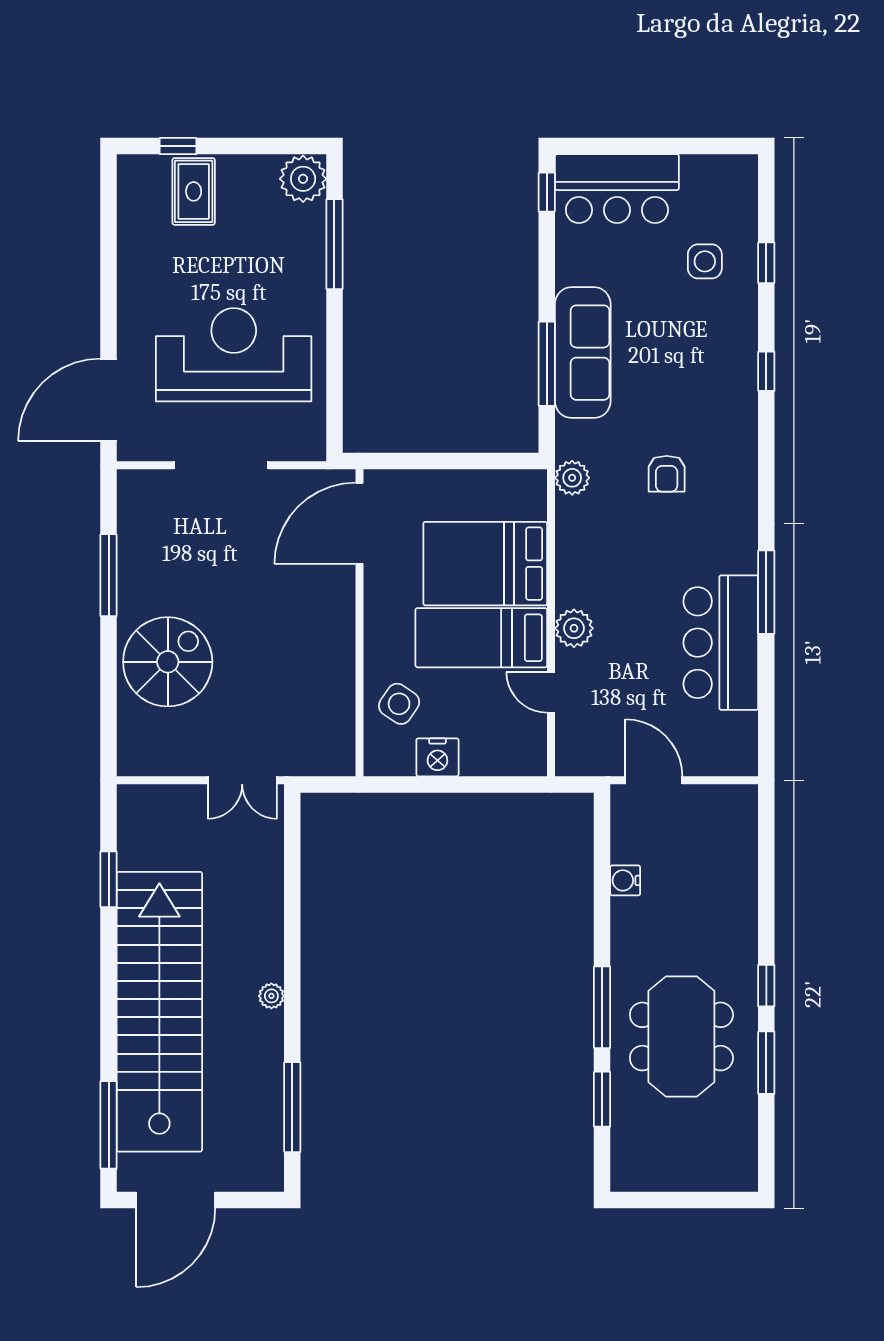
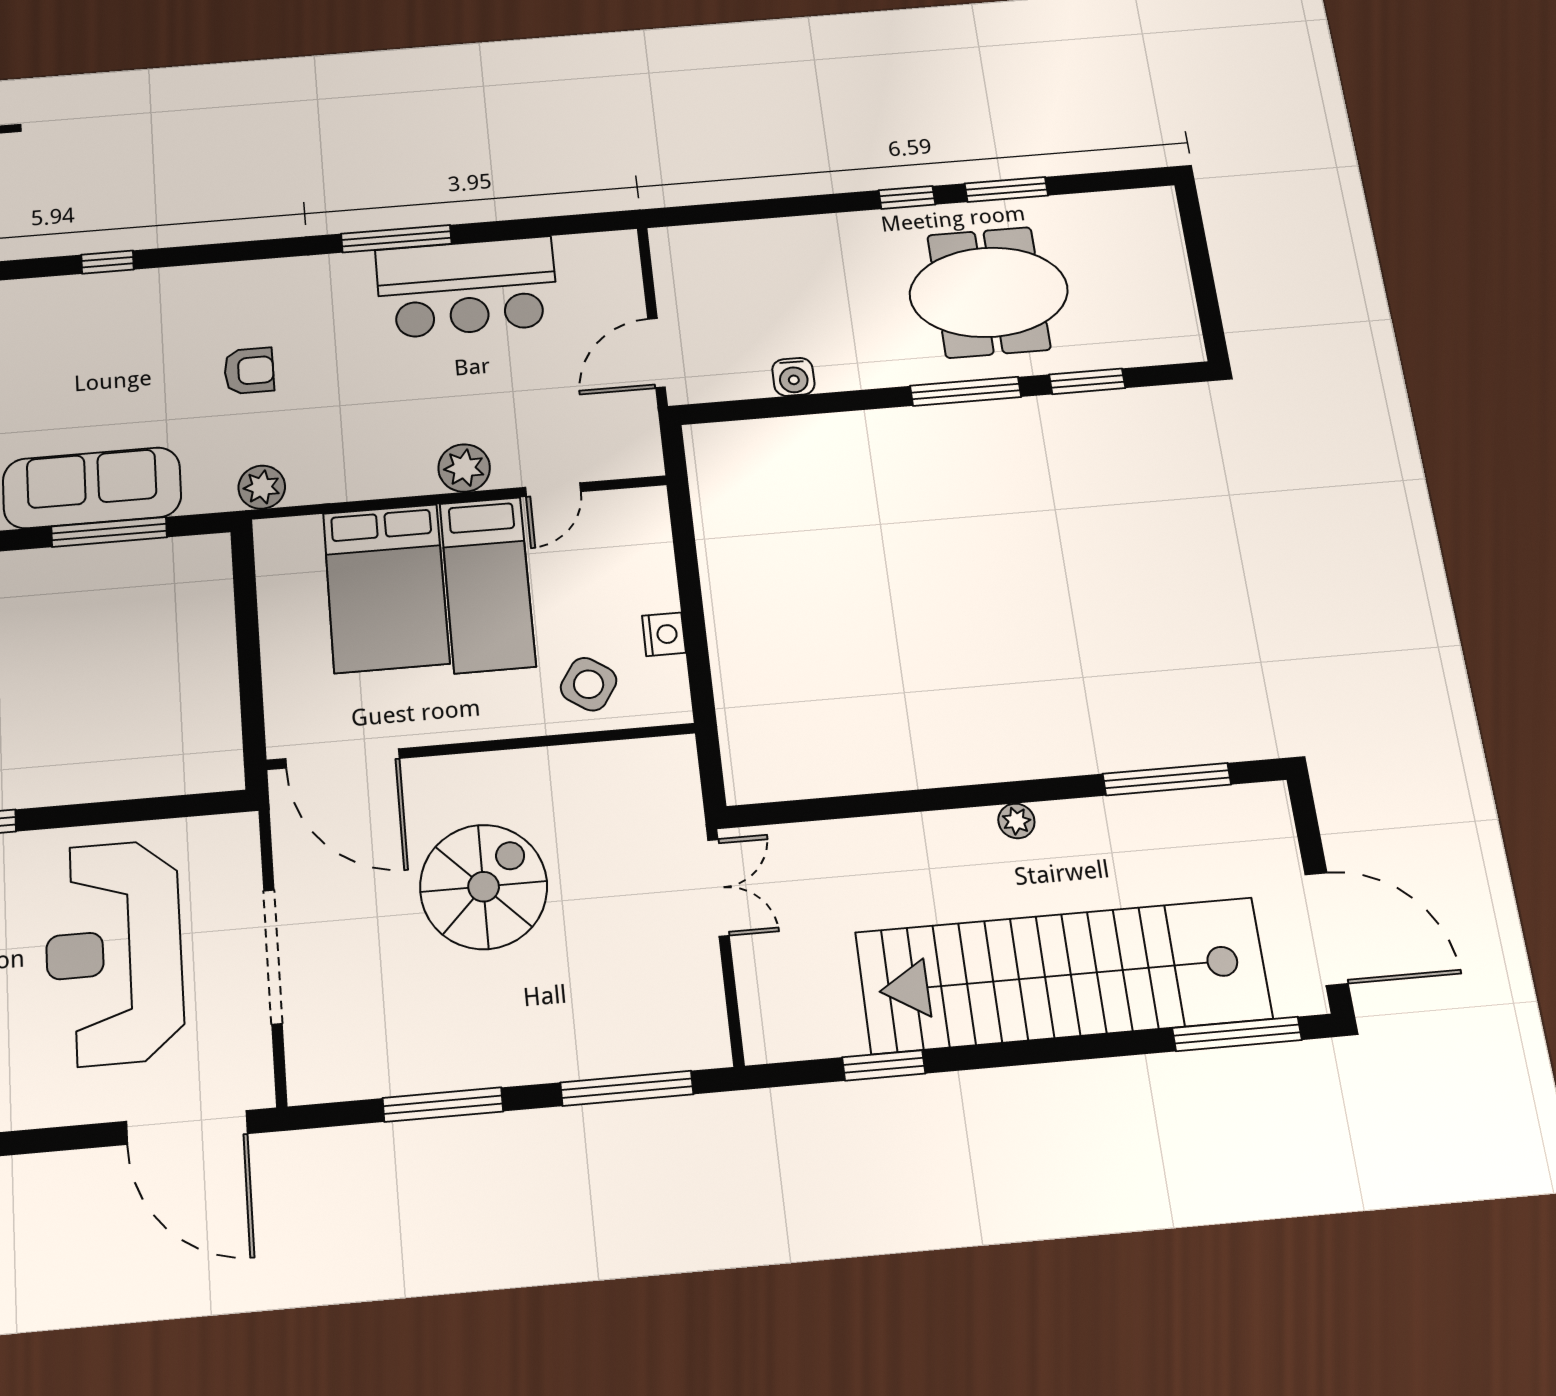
spiral stairs: (168, 662) -> (484, 887), moved, turned 90
window: (109, 702) -> (627, 1088), added
nightstand: (437, 757) -> (664, 634), width x0.74, depth x0.75

